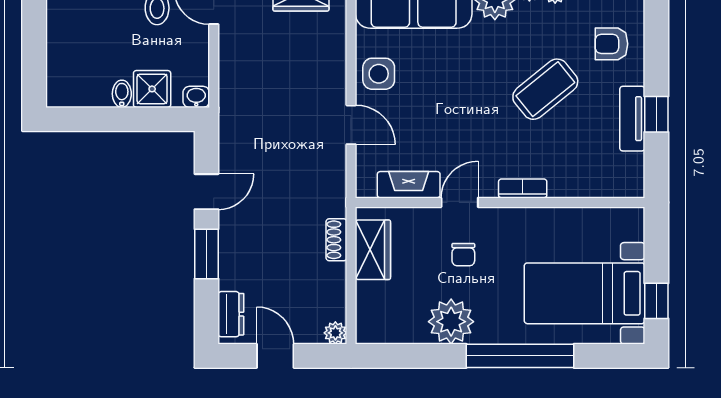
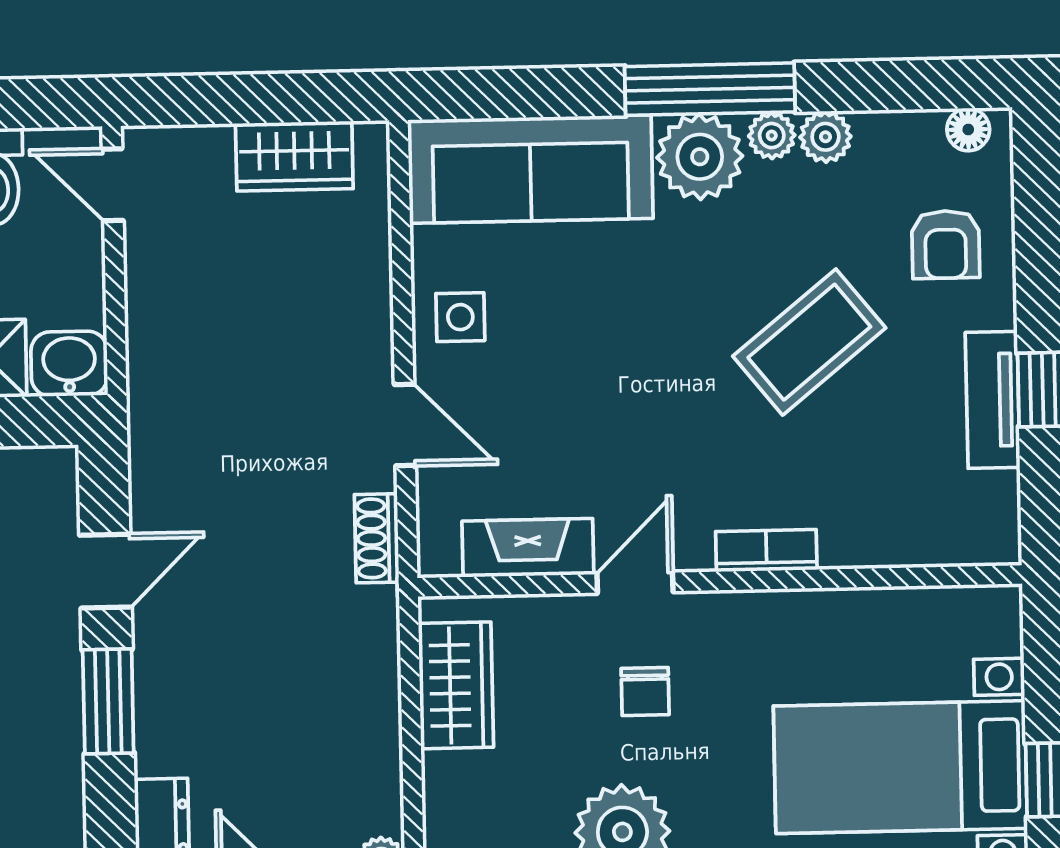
armchair: (611, 44) -> (946, 244), turned -90
side table: (379, 74) -> (460, 317), width x0.73, depth x0.73
washbasin: (196, 97) -> (69, 364), width x1.38, depth x1.45
shoe rack: (336, 240) -> (377, 538), moved

